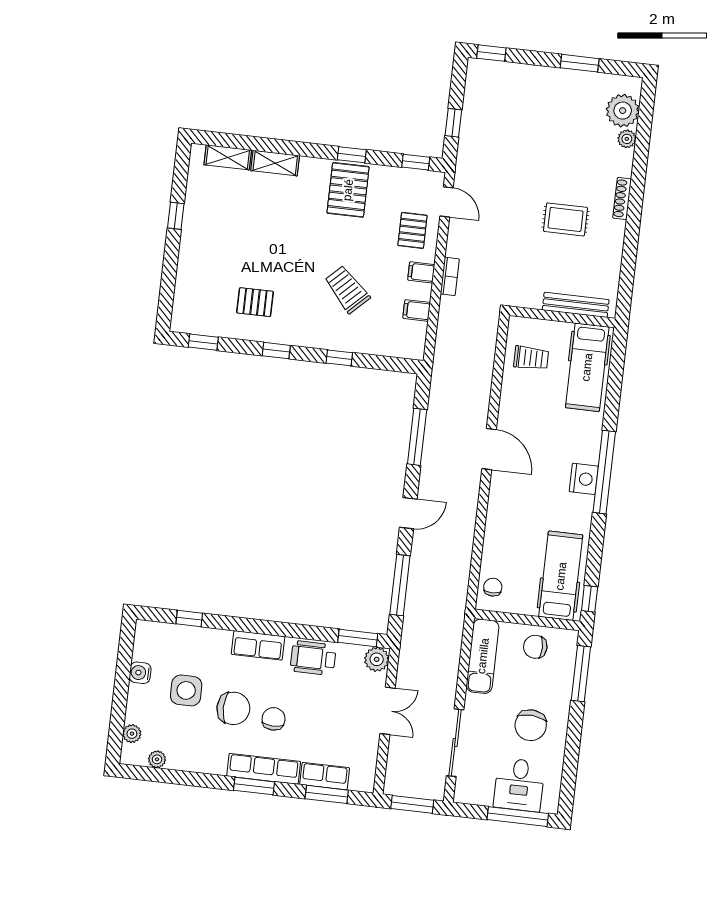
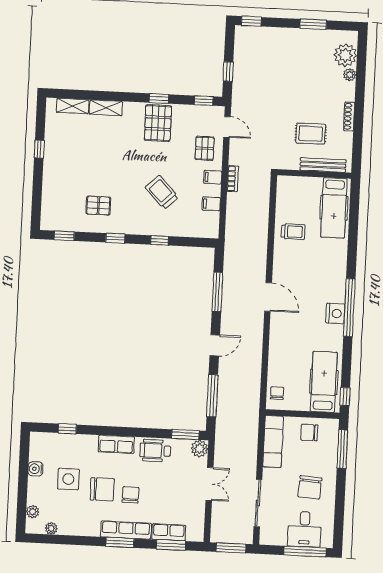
bench: (576, 305) -> (323, 165), moved
wall: (562, 317) -> (314, 174), moved
hospital bed: (587, 367) -> (334, 208), moved

